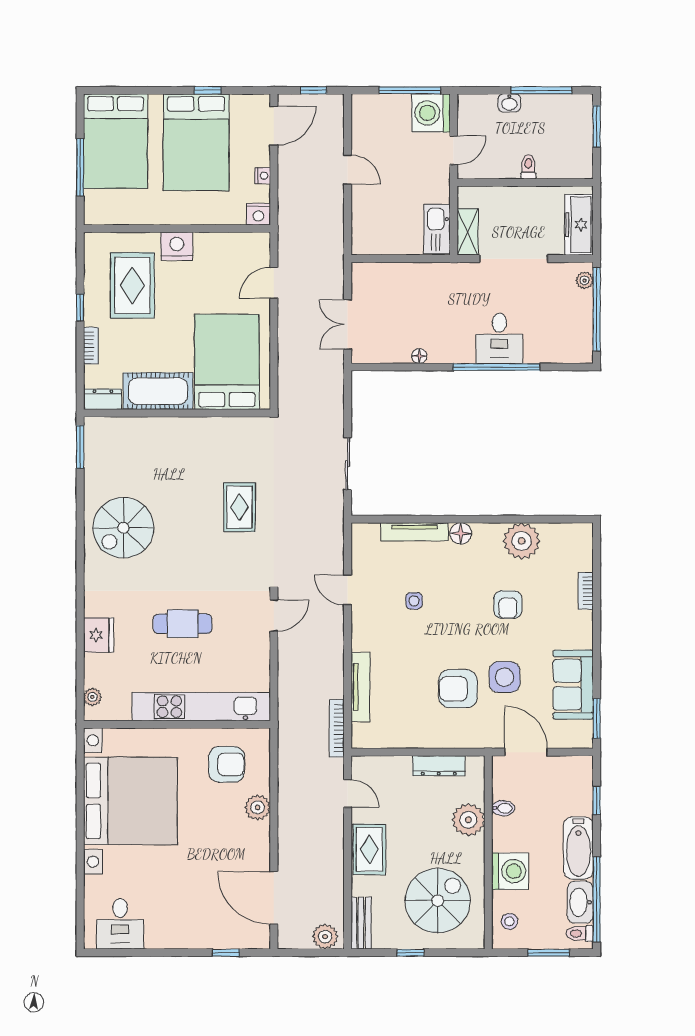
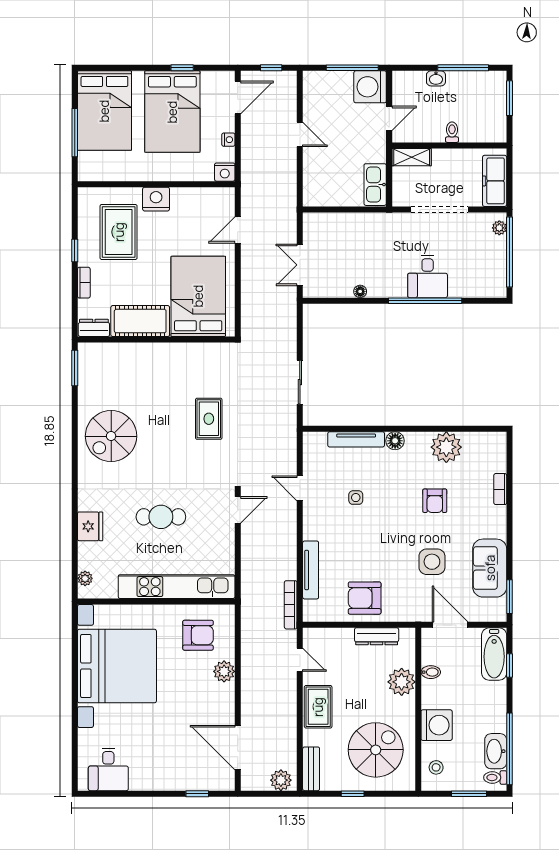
shelving: (468, 232) -> (412, 157), moved, turned 90
armchair: (458, 689) -> (365, 598), moved
bathtub: (578, 848) -> (494, 654), moved

